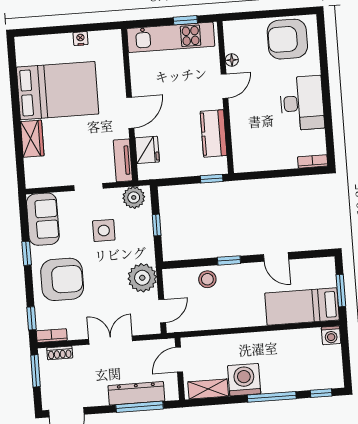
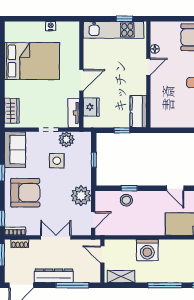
kitchen counter: (214, 133) -> (138, 112), moved
wardrobe: (32, 139) -> (12, 111), moved
window: (212, 179) -> (122, 130), moved
plant: (134, 197) -> (66, 139), moved
window: (229, 260) -> (129, 188), moved
door: (179, 360) -> (102, 255), hinge flipped
washing machine: (244, 380) -> (147, 250), moved, turned 180
dresser: (136, 393) -> (54, 276), moved

